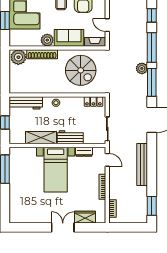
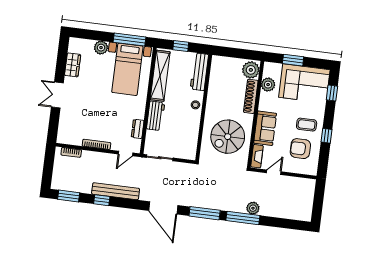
window: (152, 15) -> (102, 200), moved
plant: (47, 40) -> (268, 85), moved
plant: (142, 68) -> (253, 208), moved
locker: (93, 102) -> (192, 146), removed
shelving: (41, 138) -> (160, 76), width x1.47
bed with nightstands: (56, 170) -> (127, 69), moved, turned -90
plant: (15, 194) -> (101, 48), added
wardrobe: (85, 217) -> (73, 65), moved
double door: (63, 227) -> (57, 95), swing flipped

